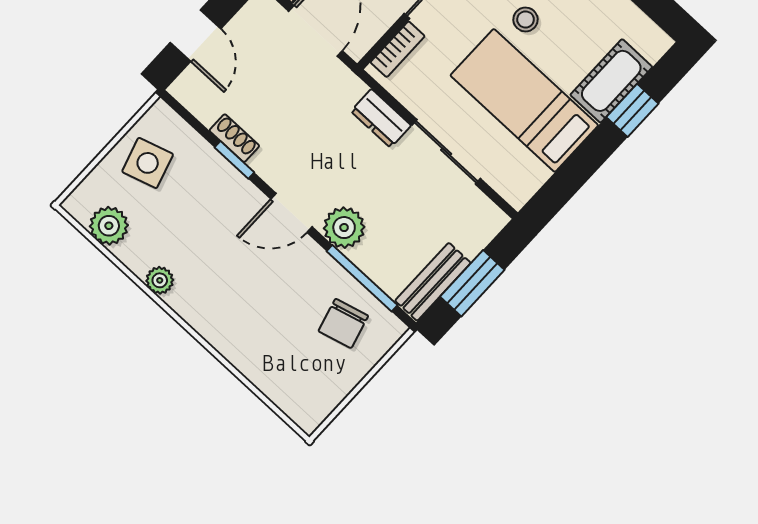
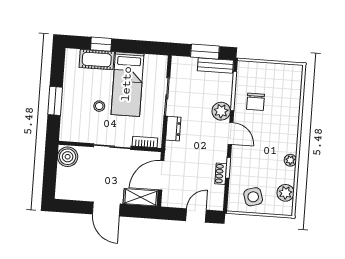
chair: (343, 323) -> (256, 102), moved, turned 105

